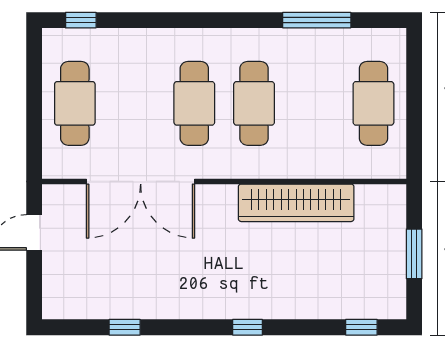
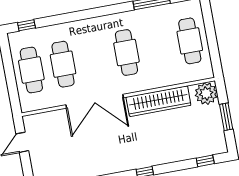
cafe table: (194, 103) -> (63, 64), moved
double door: (141, 181) -> (95, 101), moved
plant: (386, 205) -> (206, 94), added

